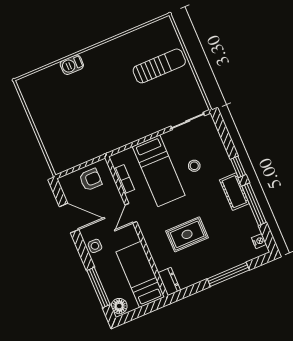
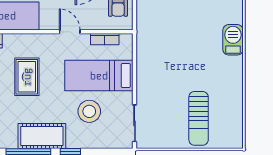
barbecue: (72, 65) -> (233, 40), width x1.38, depth x1.27
stool: (194, 166) -> (89, 111), width x1.89, depth x1.89
cot: (234, 192) -> (42, 136), width x1.37, depth x1.34

